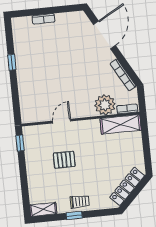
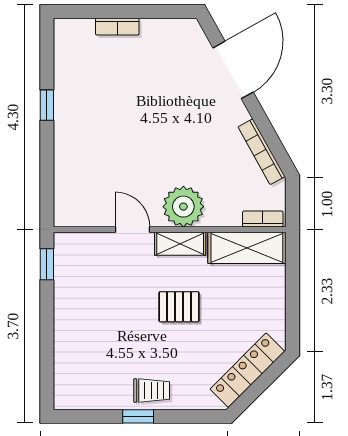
plant: (105, 105) -> (183, 207), moved
door: (62, 121) -> (133, 230), hinge flipped
pallet: (64, 160) -> (179, 307), moved
shelving: (43, 209) -> (180, 244), moved

